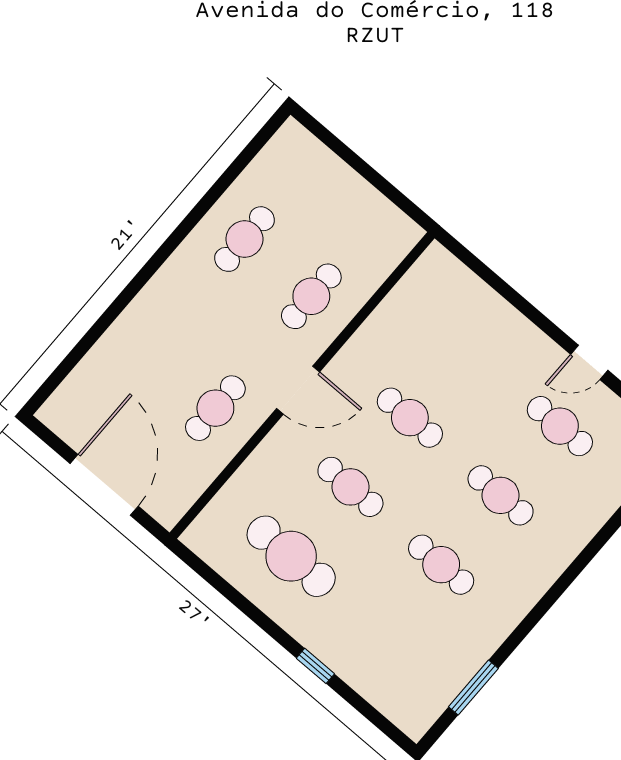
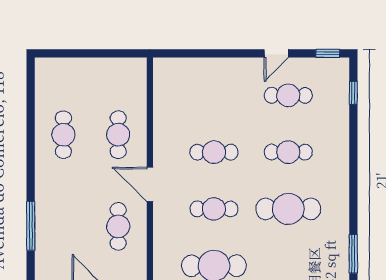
window: (109, 316) -> (31, 226), added
door: (298, 390) -> (150, 184), swing flipped
cafe table: (441, 565) -> (288, 209), width x1.37, depth x1.35

